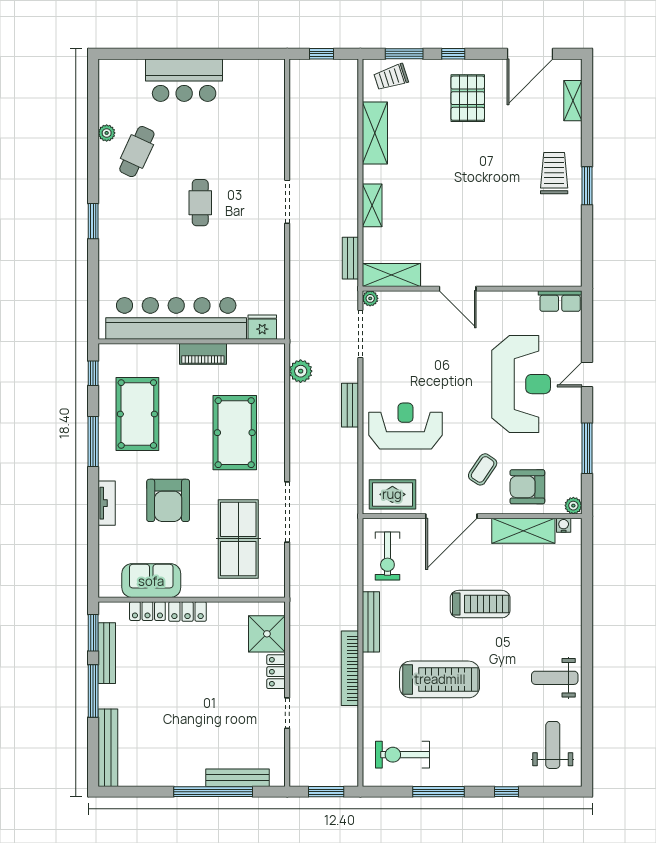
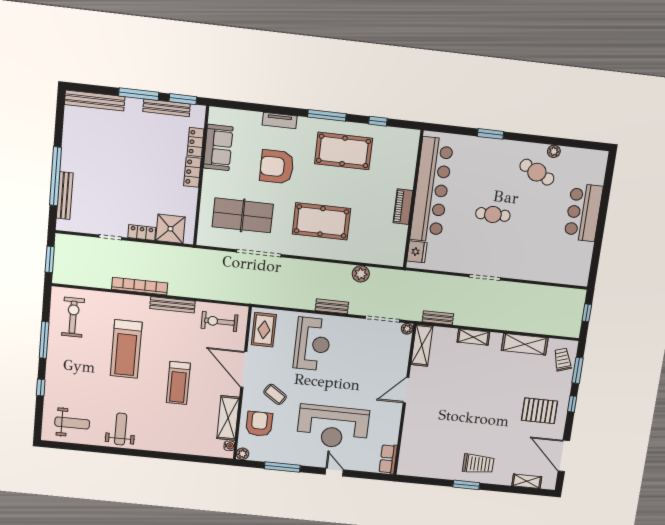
bar counter: (176, 318) -> (432, 190), moved
fridge: (262, 327) -> (417, 252), moved
wall: (192, 341) -> (413, 199), moved
piano: (203, 354) -> (403, 207), moved

